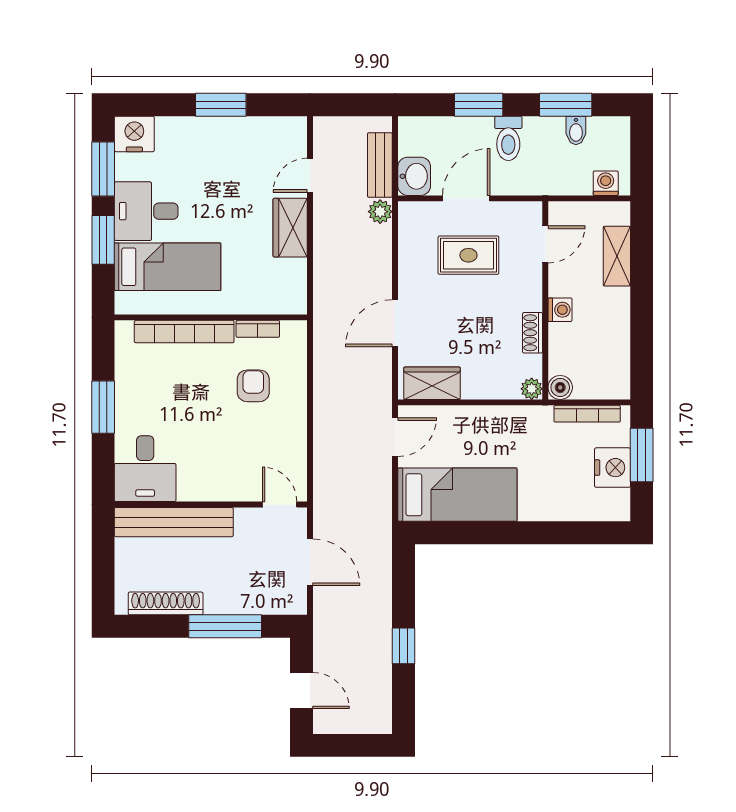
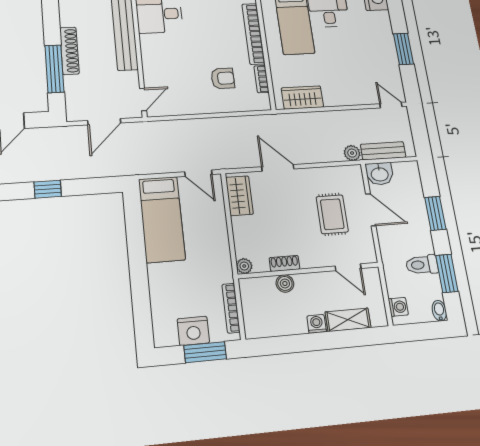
bidet: (576, 131) -> (439, 311), moved, turned 90
toilet: (508, 138) -> (422, 265), moved
door: (310, 175) -> (391, 105), moved
wardrobe: (290, 228) -> (302, 97), moved
washing machine: (560, 310) -> (317, 324), moved, turned 180
boiler: (560, 387) -> (285, 283), moved
shoe rack: (166, 603) -> (69, 51), moved

